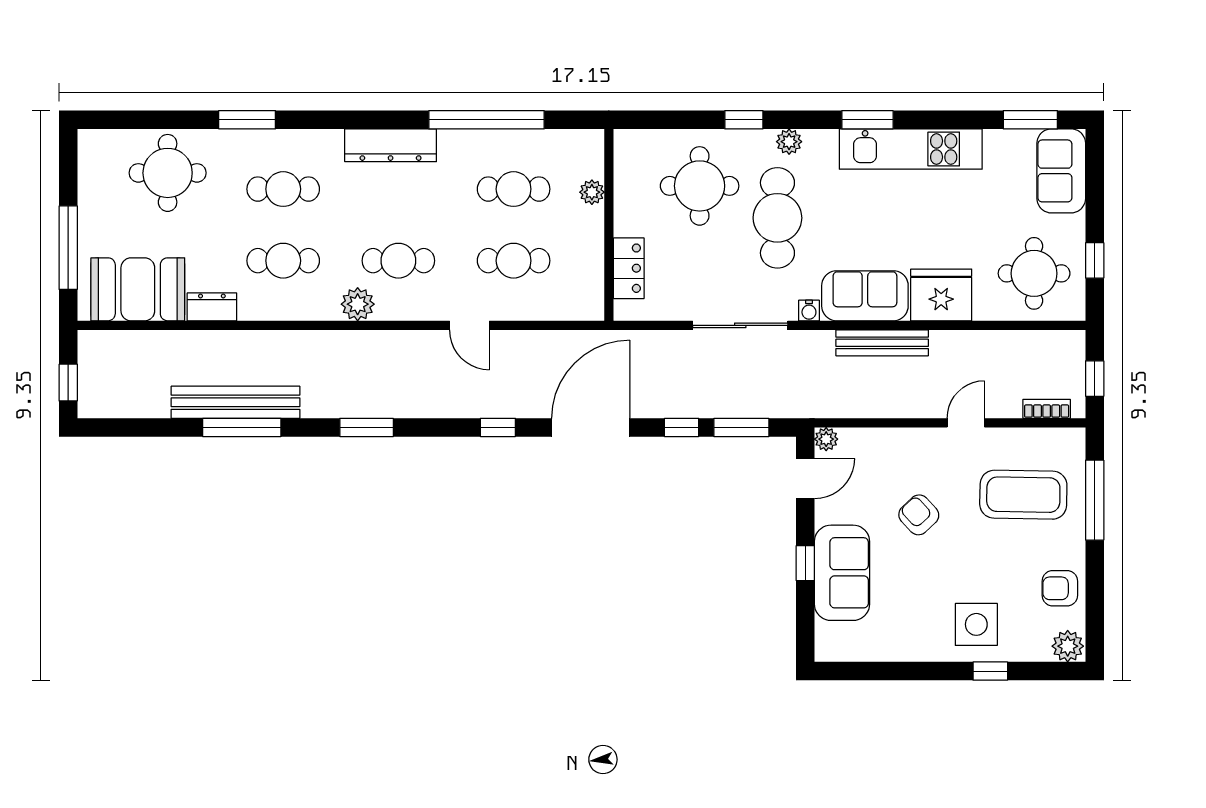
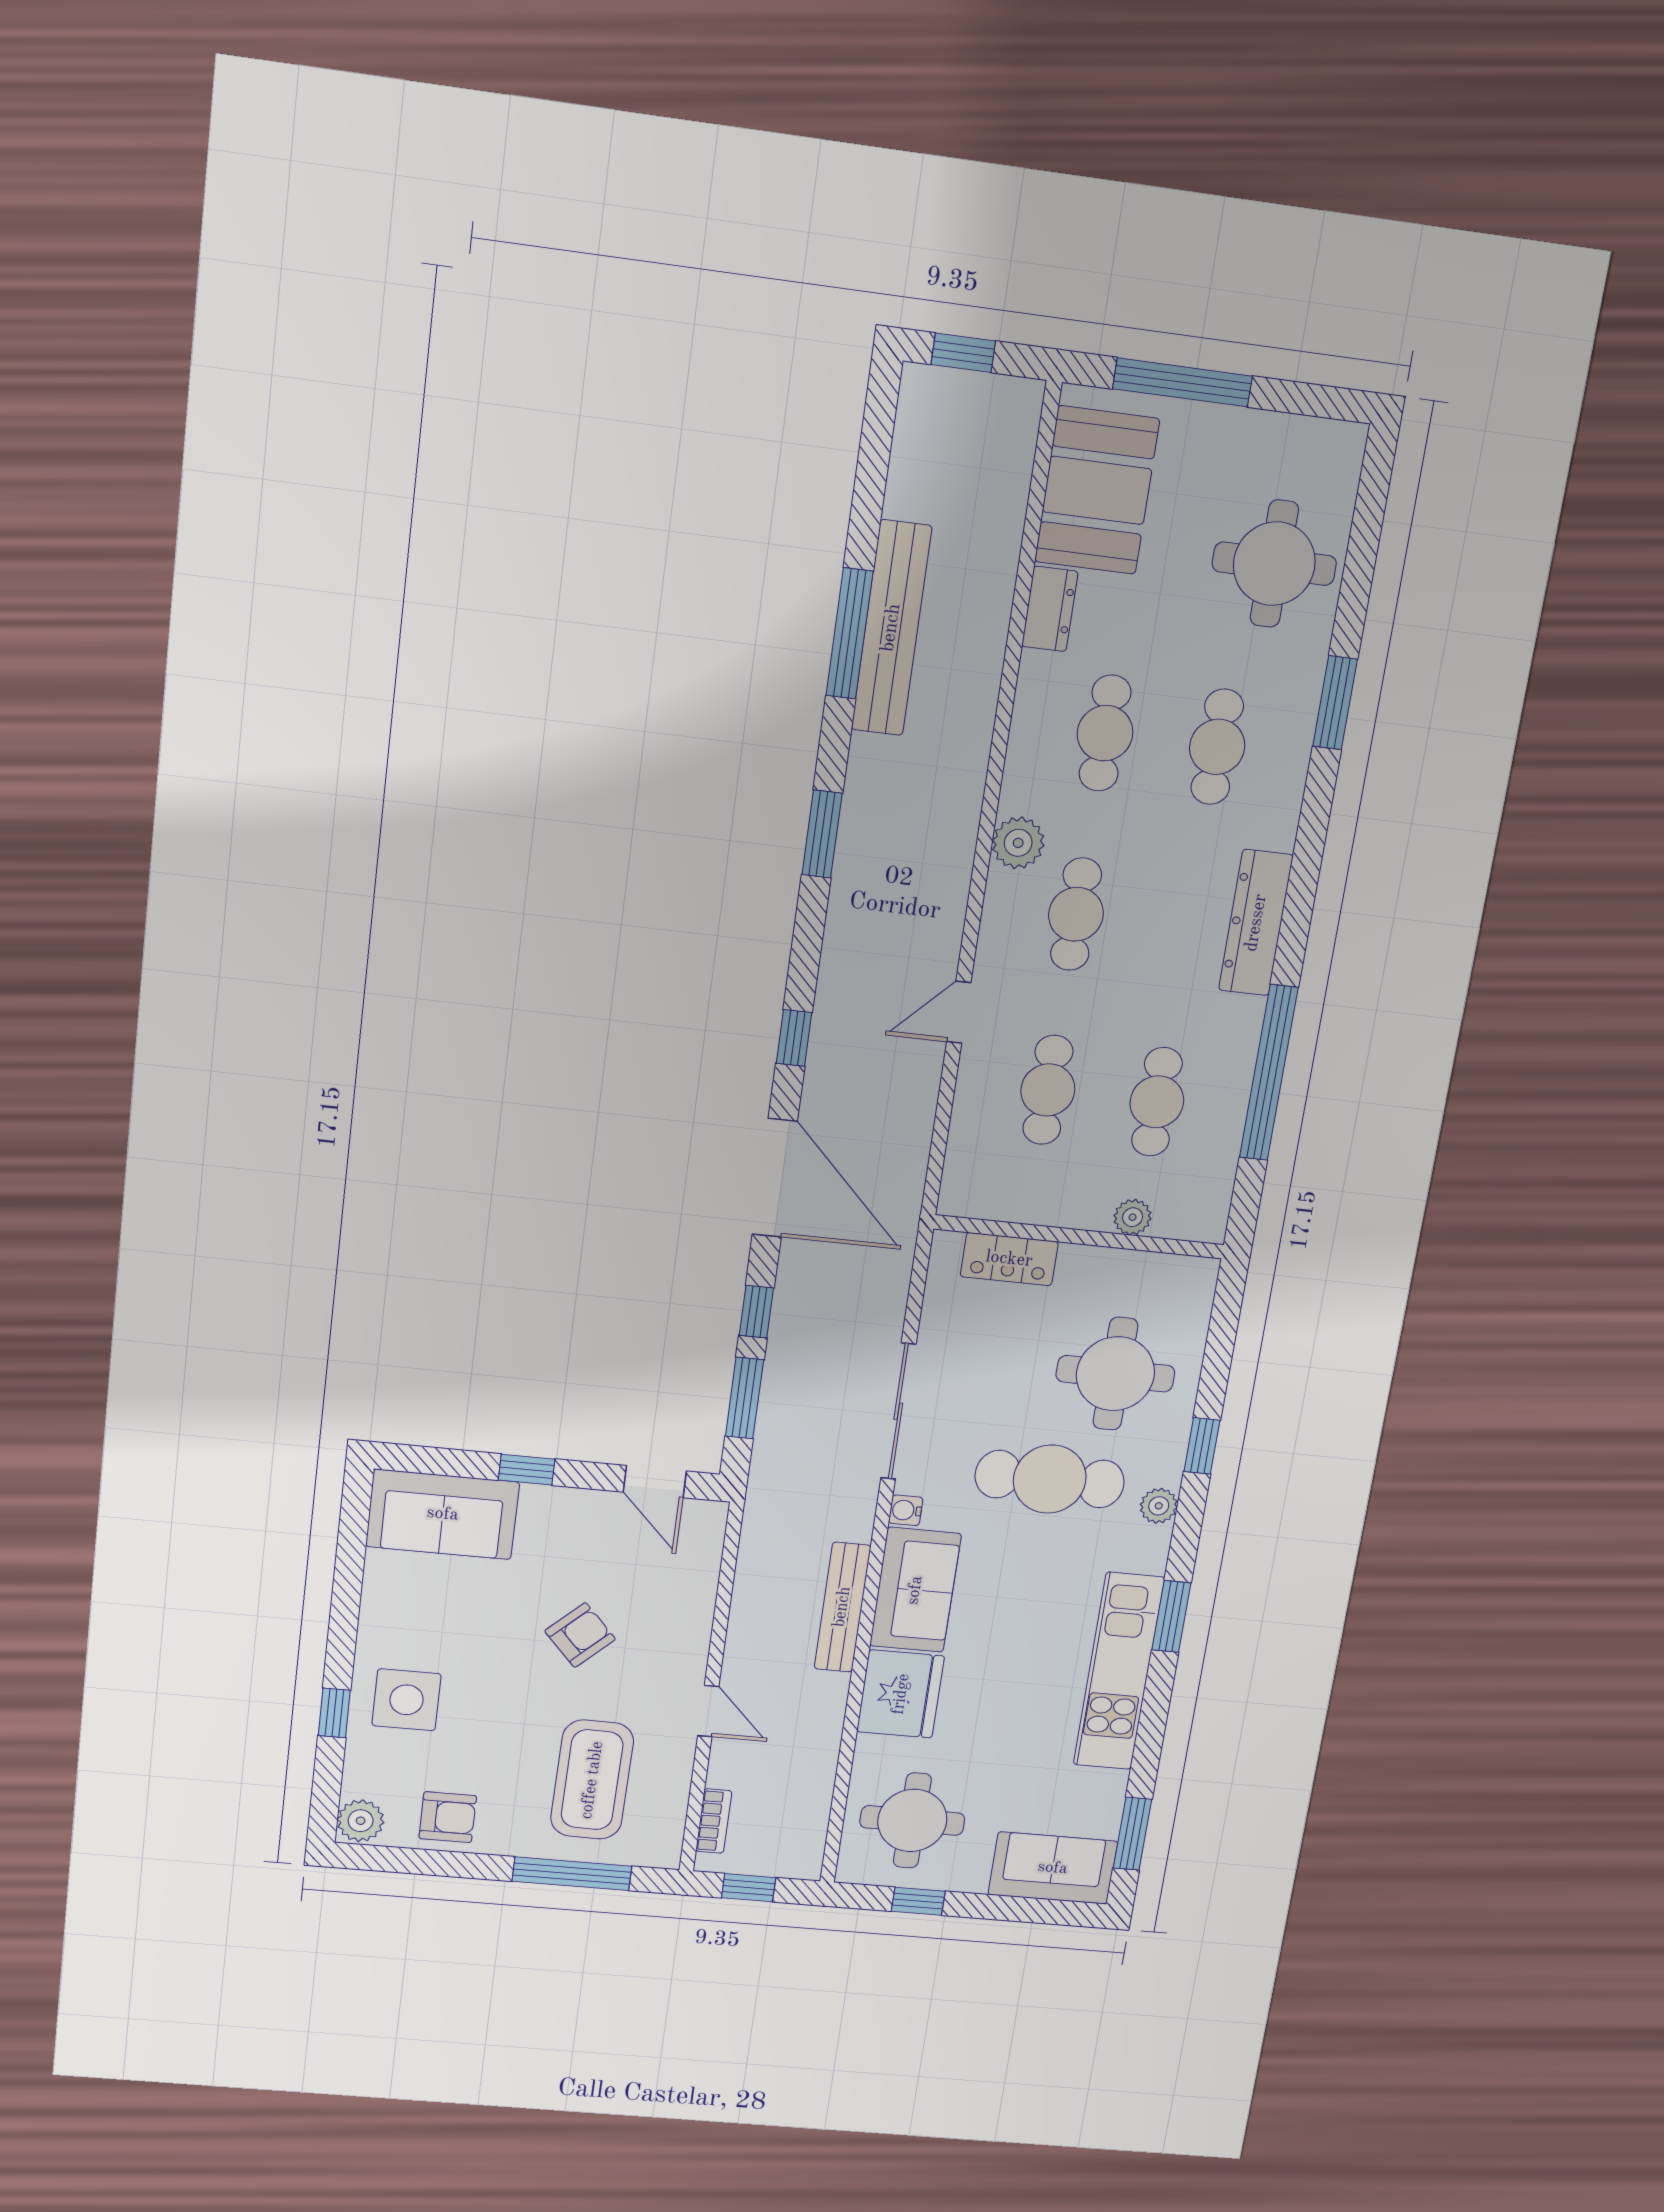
plant: (826, 439) -> (710, 1516), removed
sofa: (842, 573) -> (443, 1514), moved
armchair: (1060, 588) -> (448, 1817), turned 90

